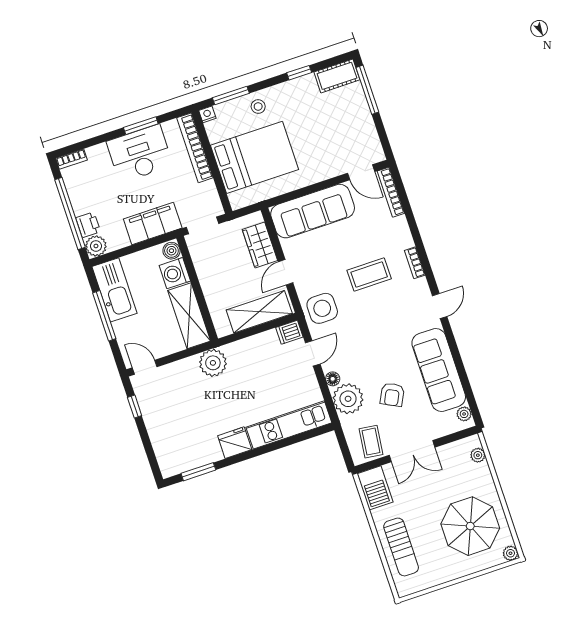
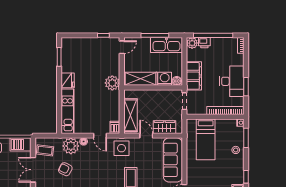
bed: (255, 157) -> (206, 139), width x0.67

